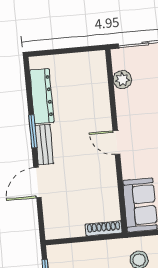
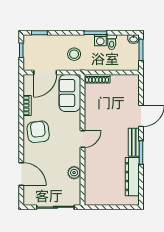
plant: (122, 80) -> (74, 173), moved
door: (116, 142) -> (82, 139), hinge flipped

